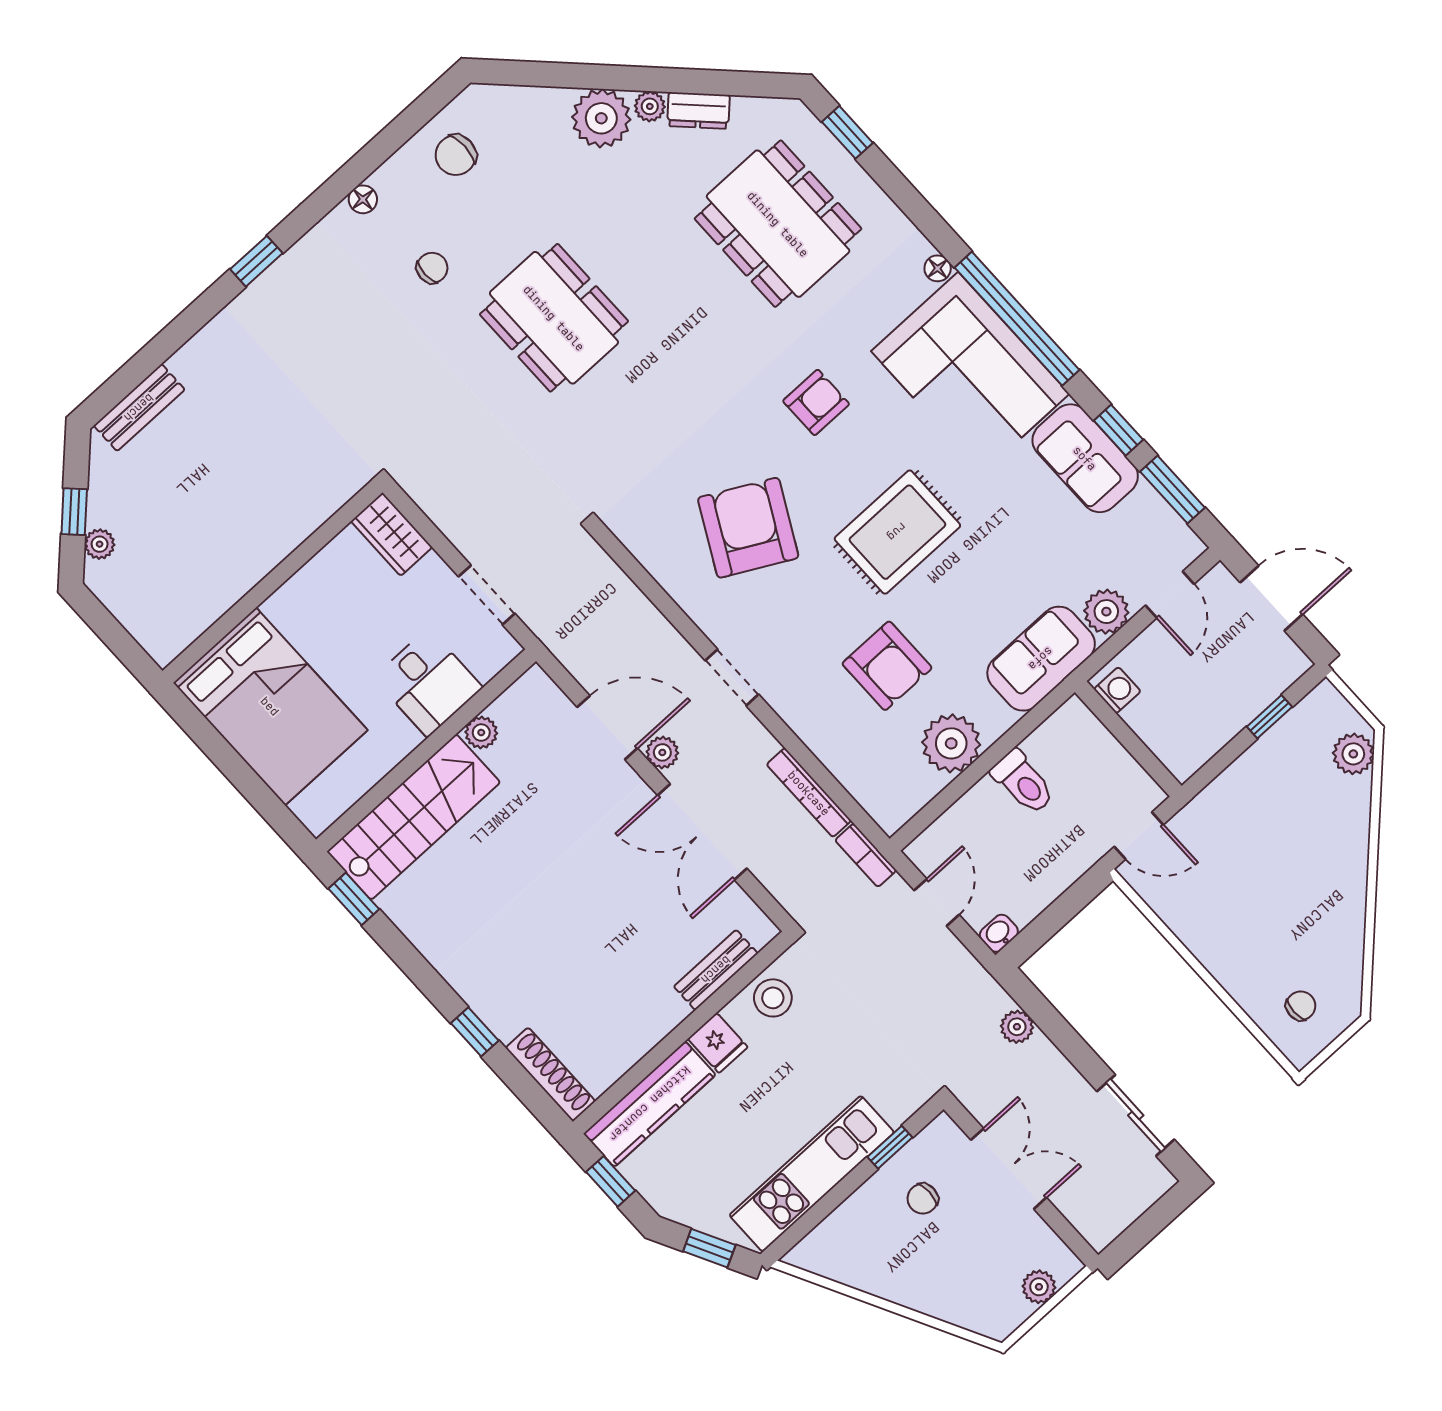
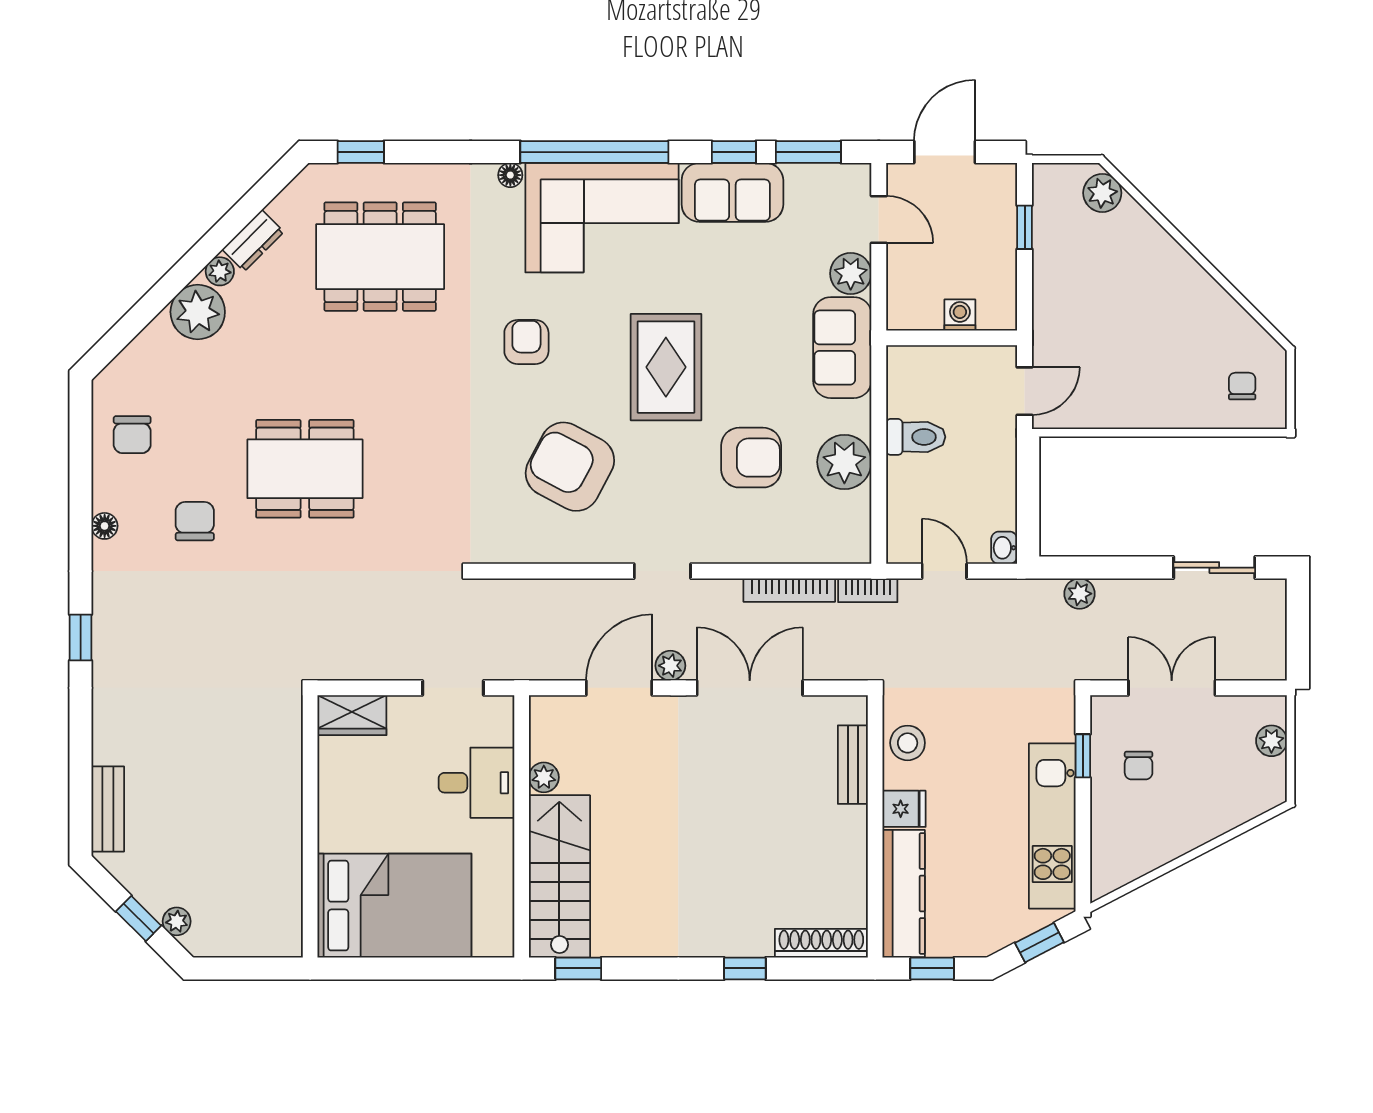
chair: (432, 268) -> (195, 521), width x1.37, depth x1.37
washing machine: (1117, 690) -> (960, 315), moved
double door: (702, 832) -> (750, 688), swing flipped

